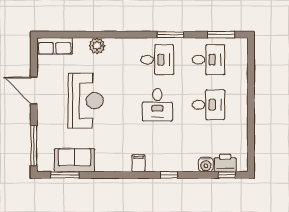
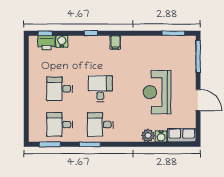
water cooler: (81, 45) -> (161, 136), added
sofa: (75, 160) -> (166, 45), removed

